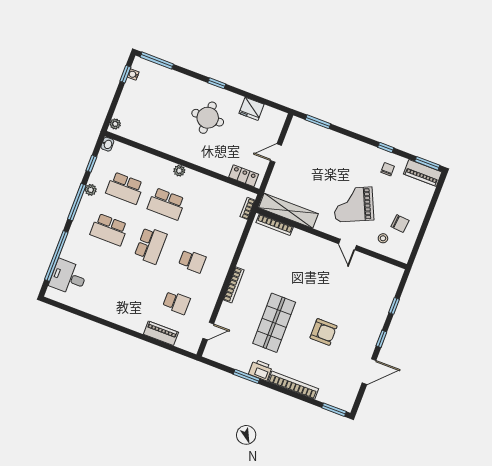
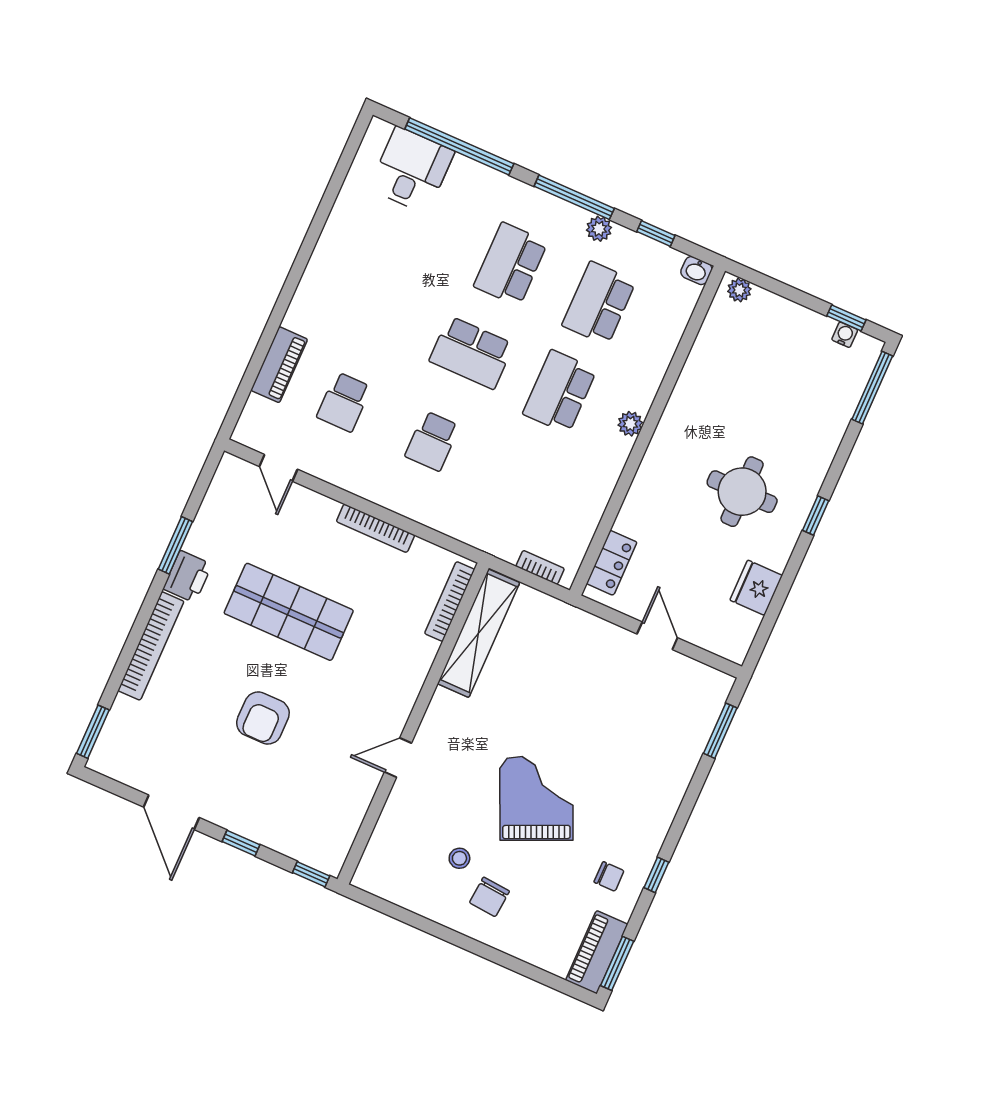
shelving: (288, 211) -> (479, 633), moved
bookcase: (275, 225) -> (450, 601), moved
wall: (332, 238) -> (413, 724), moved
door: (348, 245) -> (398, 758), moved

